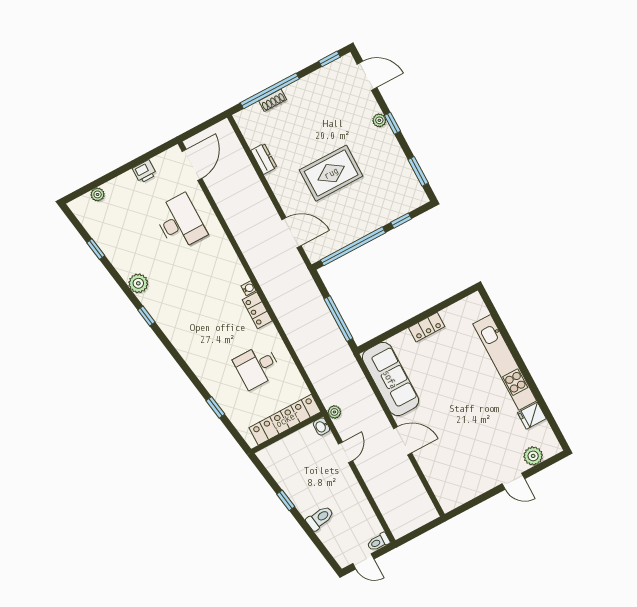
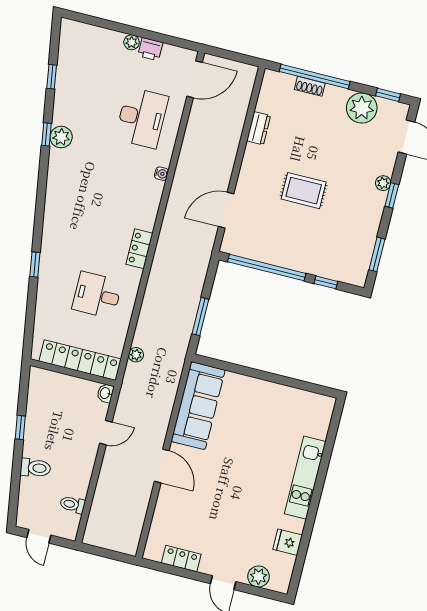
plant: (320, 83) -> (362, 108), added
rug: (331, 173) -> (304, 191), width x0.73, depth x0.70
plant: (98, 194) -> (132, 42), moved
door: (292, 233) -> (226, 210), swing flipped
water cooler: (249, 288) -> (161, 174), moved
window: (146, 316) -> (46, 134), moved
window: (338, 319) -> (200, 317), width x0.69
locker: (427, 327) -> (181, 559), moved, turned 180
kitchen unit: (505, 362) -> (305, 478), width x0.73
window: (215, 407) -> (35, 265), moved
plant: (334, 412) -> (136, 355), moved
toilet: (378, 542) -> (72, 505), moved

